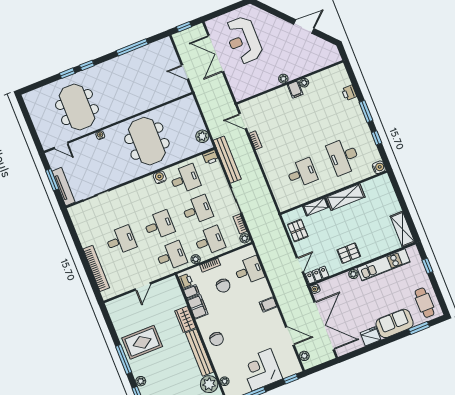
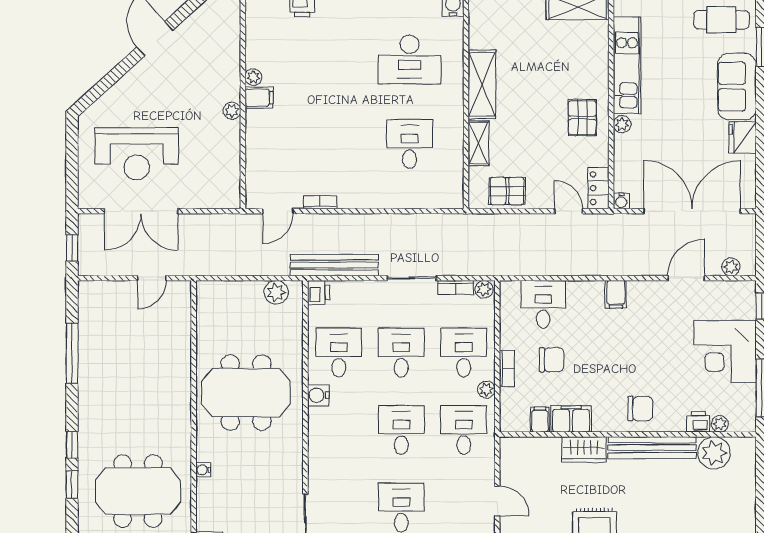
printer: (186, 281) -> (698, 422), moved

